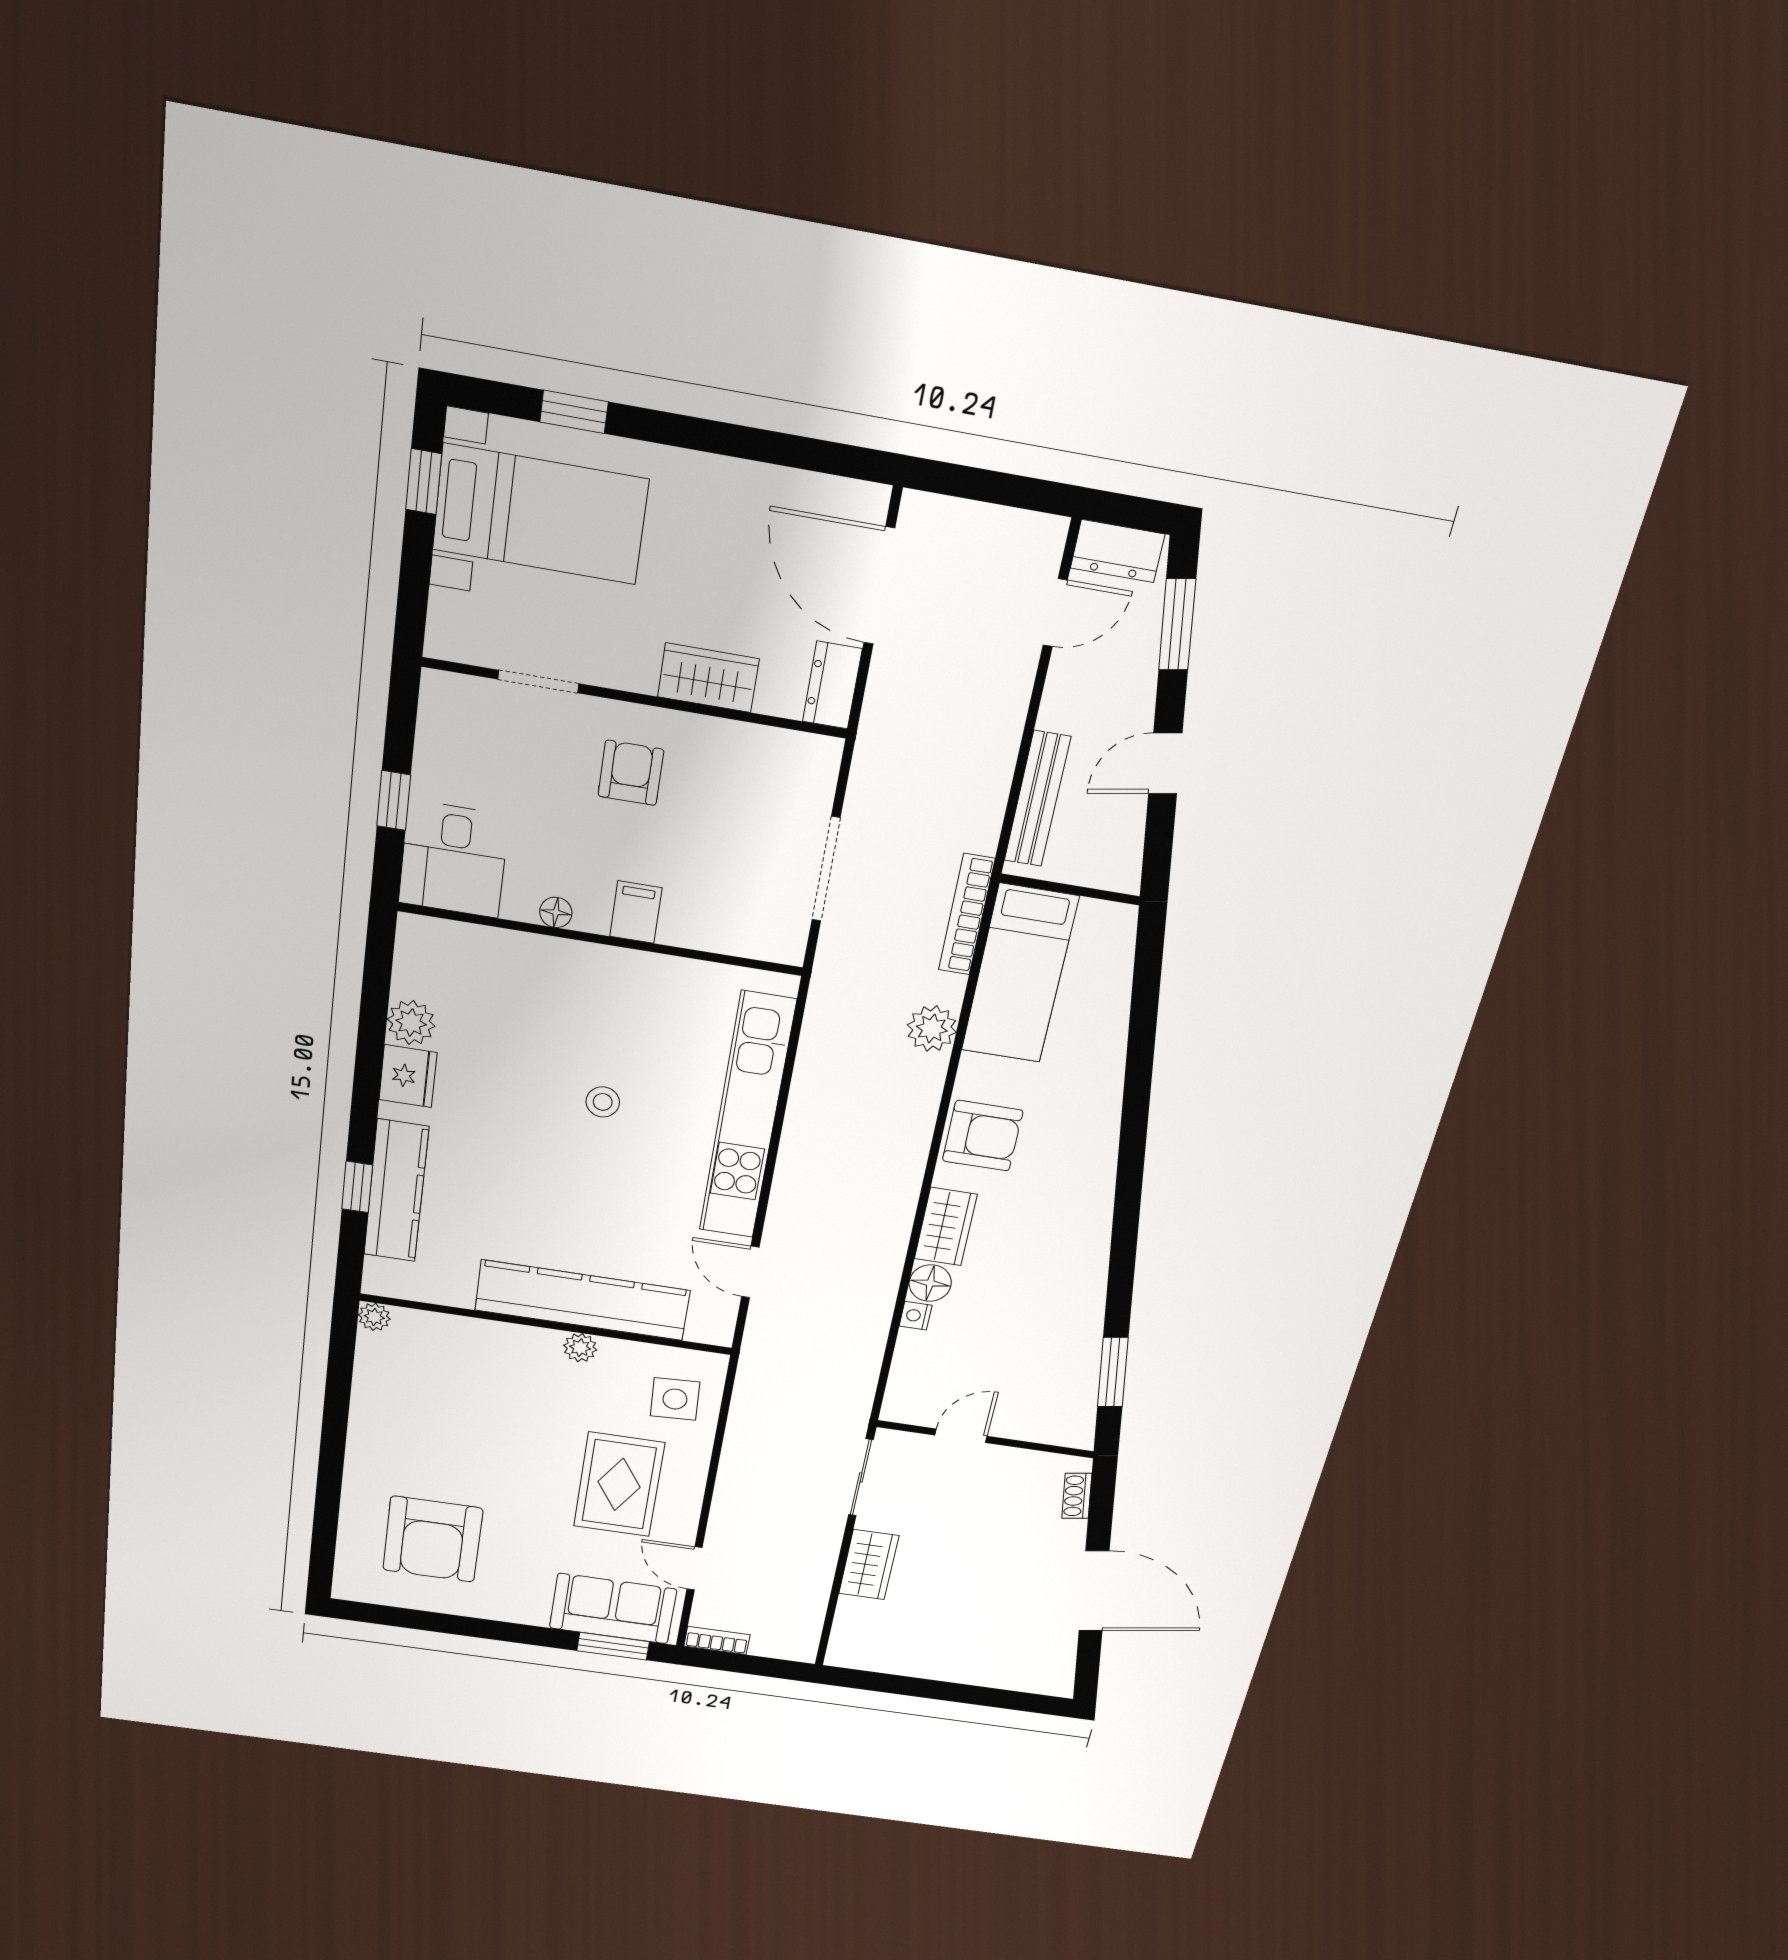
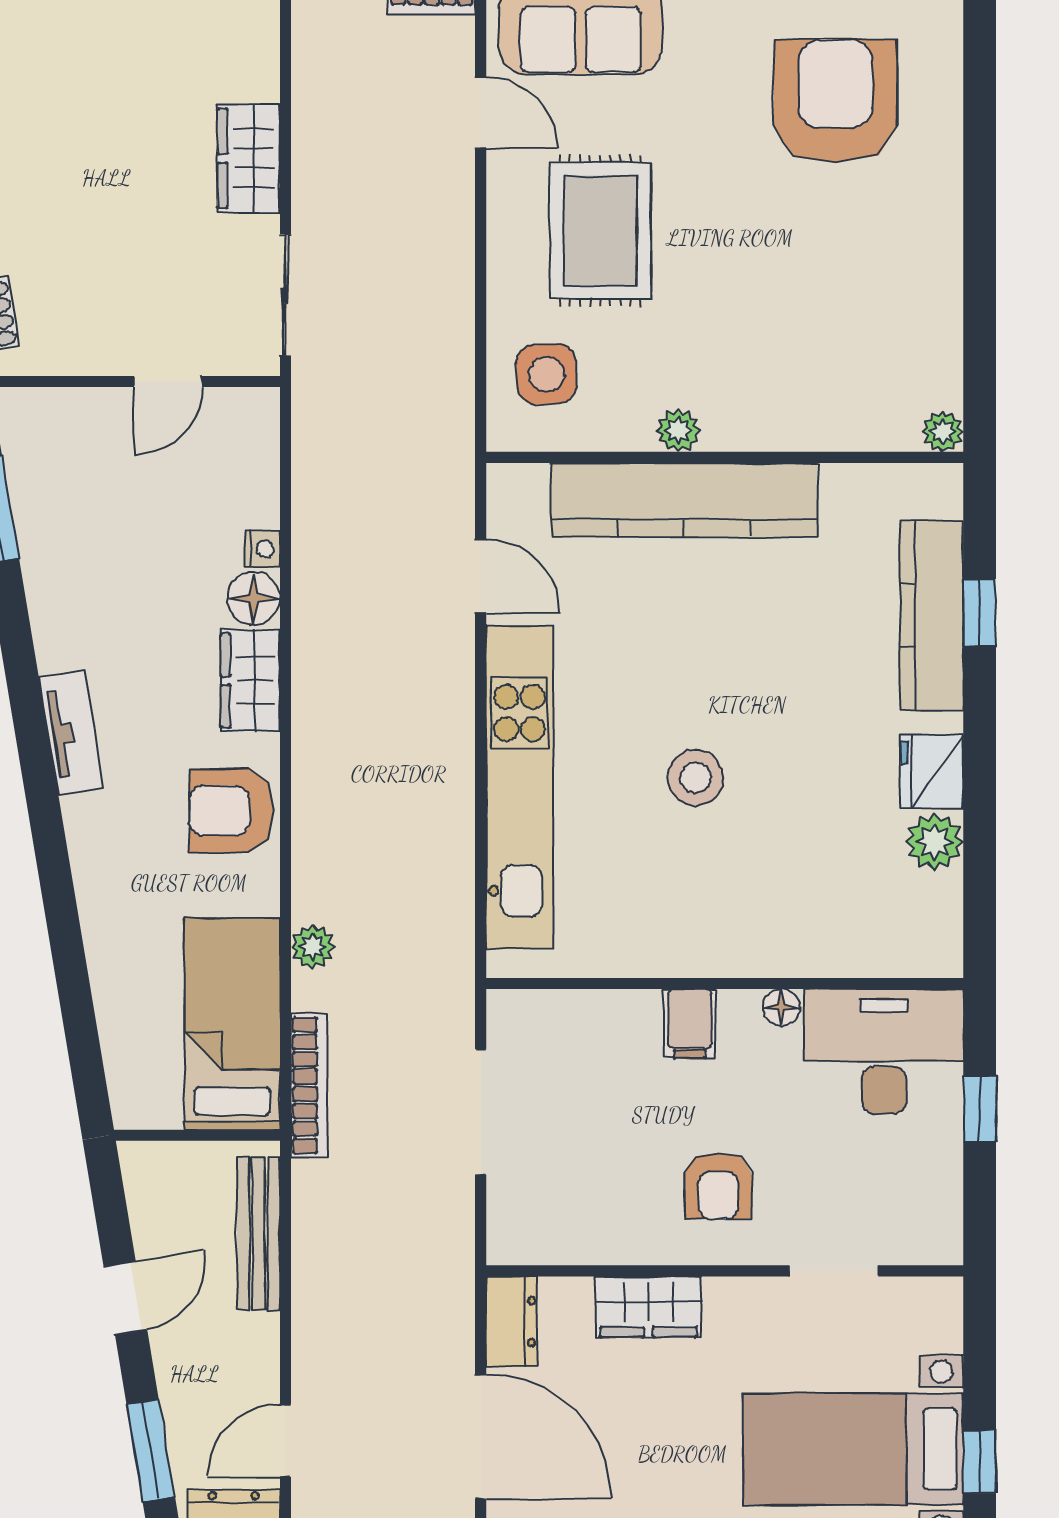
desk: (453, 859) -> (884, 1051), width x1.37
plant: (932, 1029) -> (313, 947), width x0.73, depth x0.73
stool: (603, 1102) -> (695, 777), width x1.37, depth x1.37
tv unit: (1095, 1211) -> (71, 733), added

